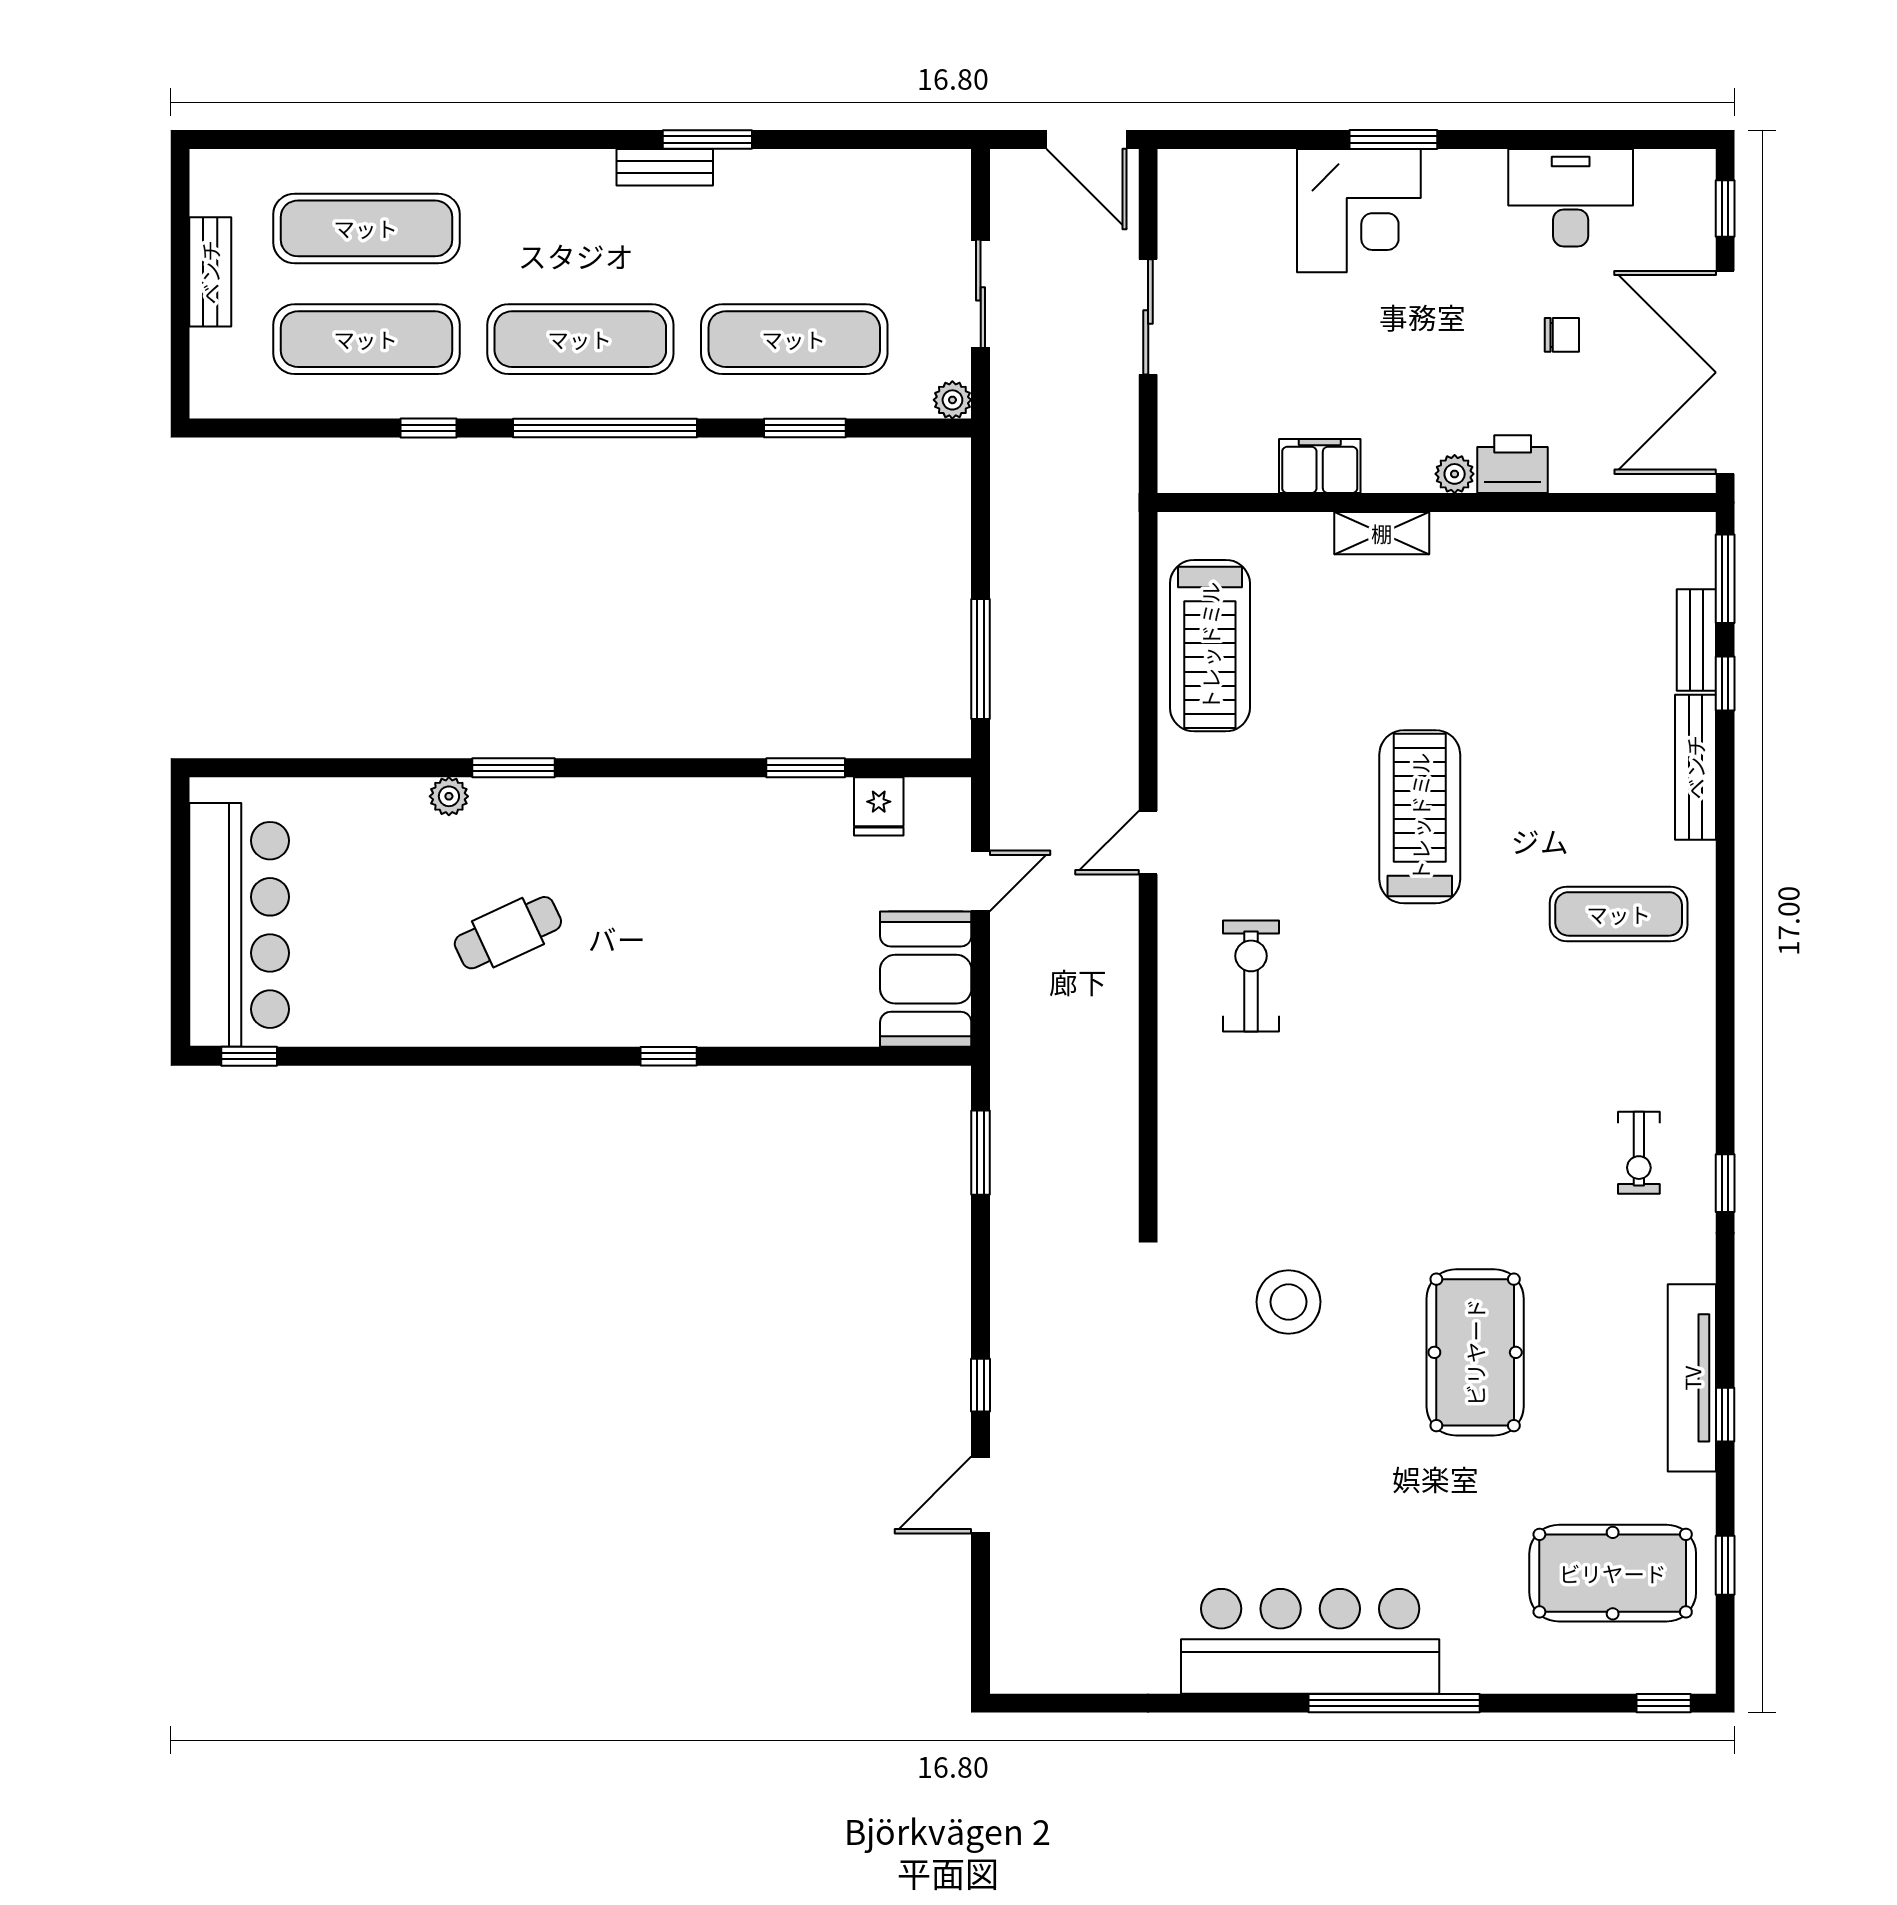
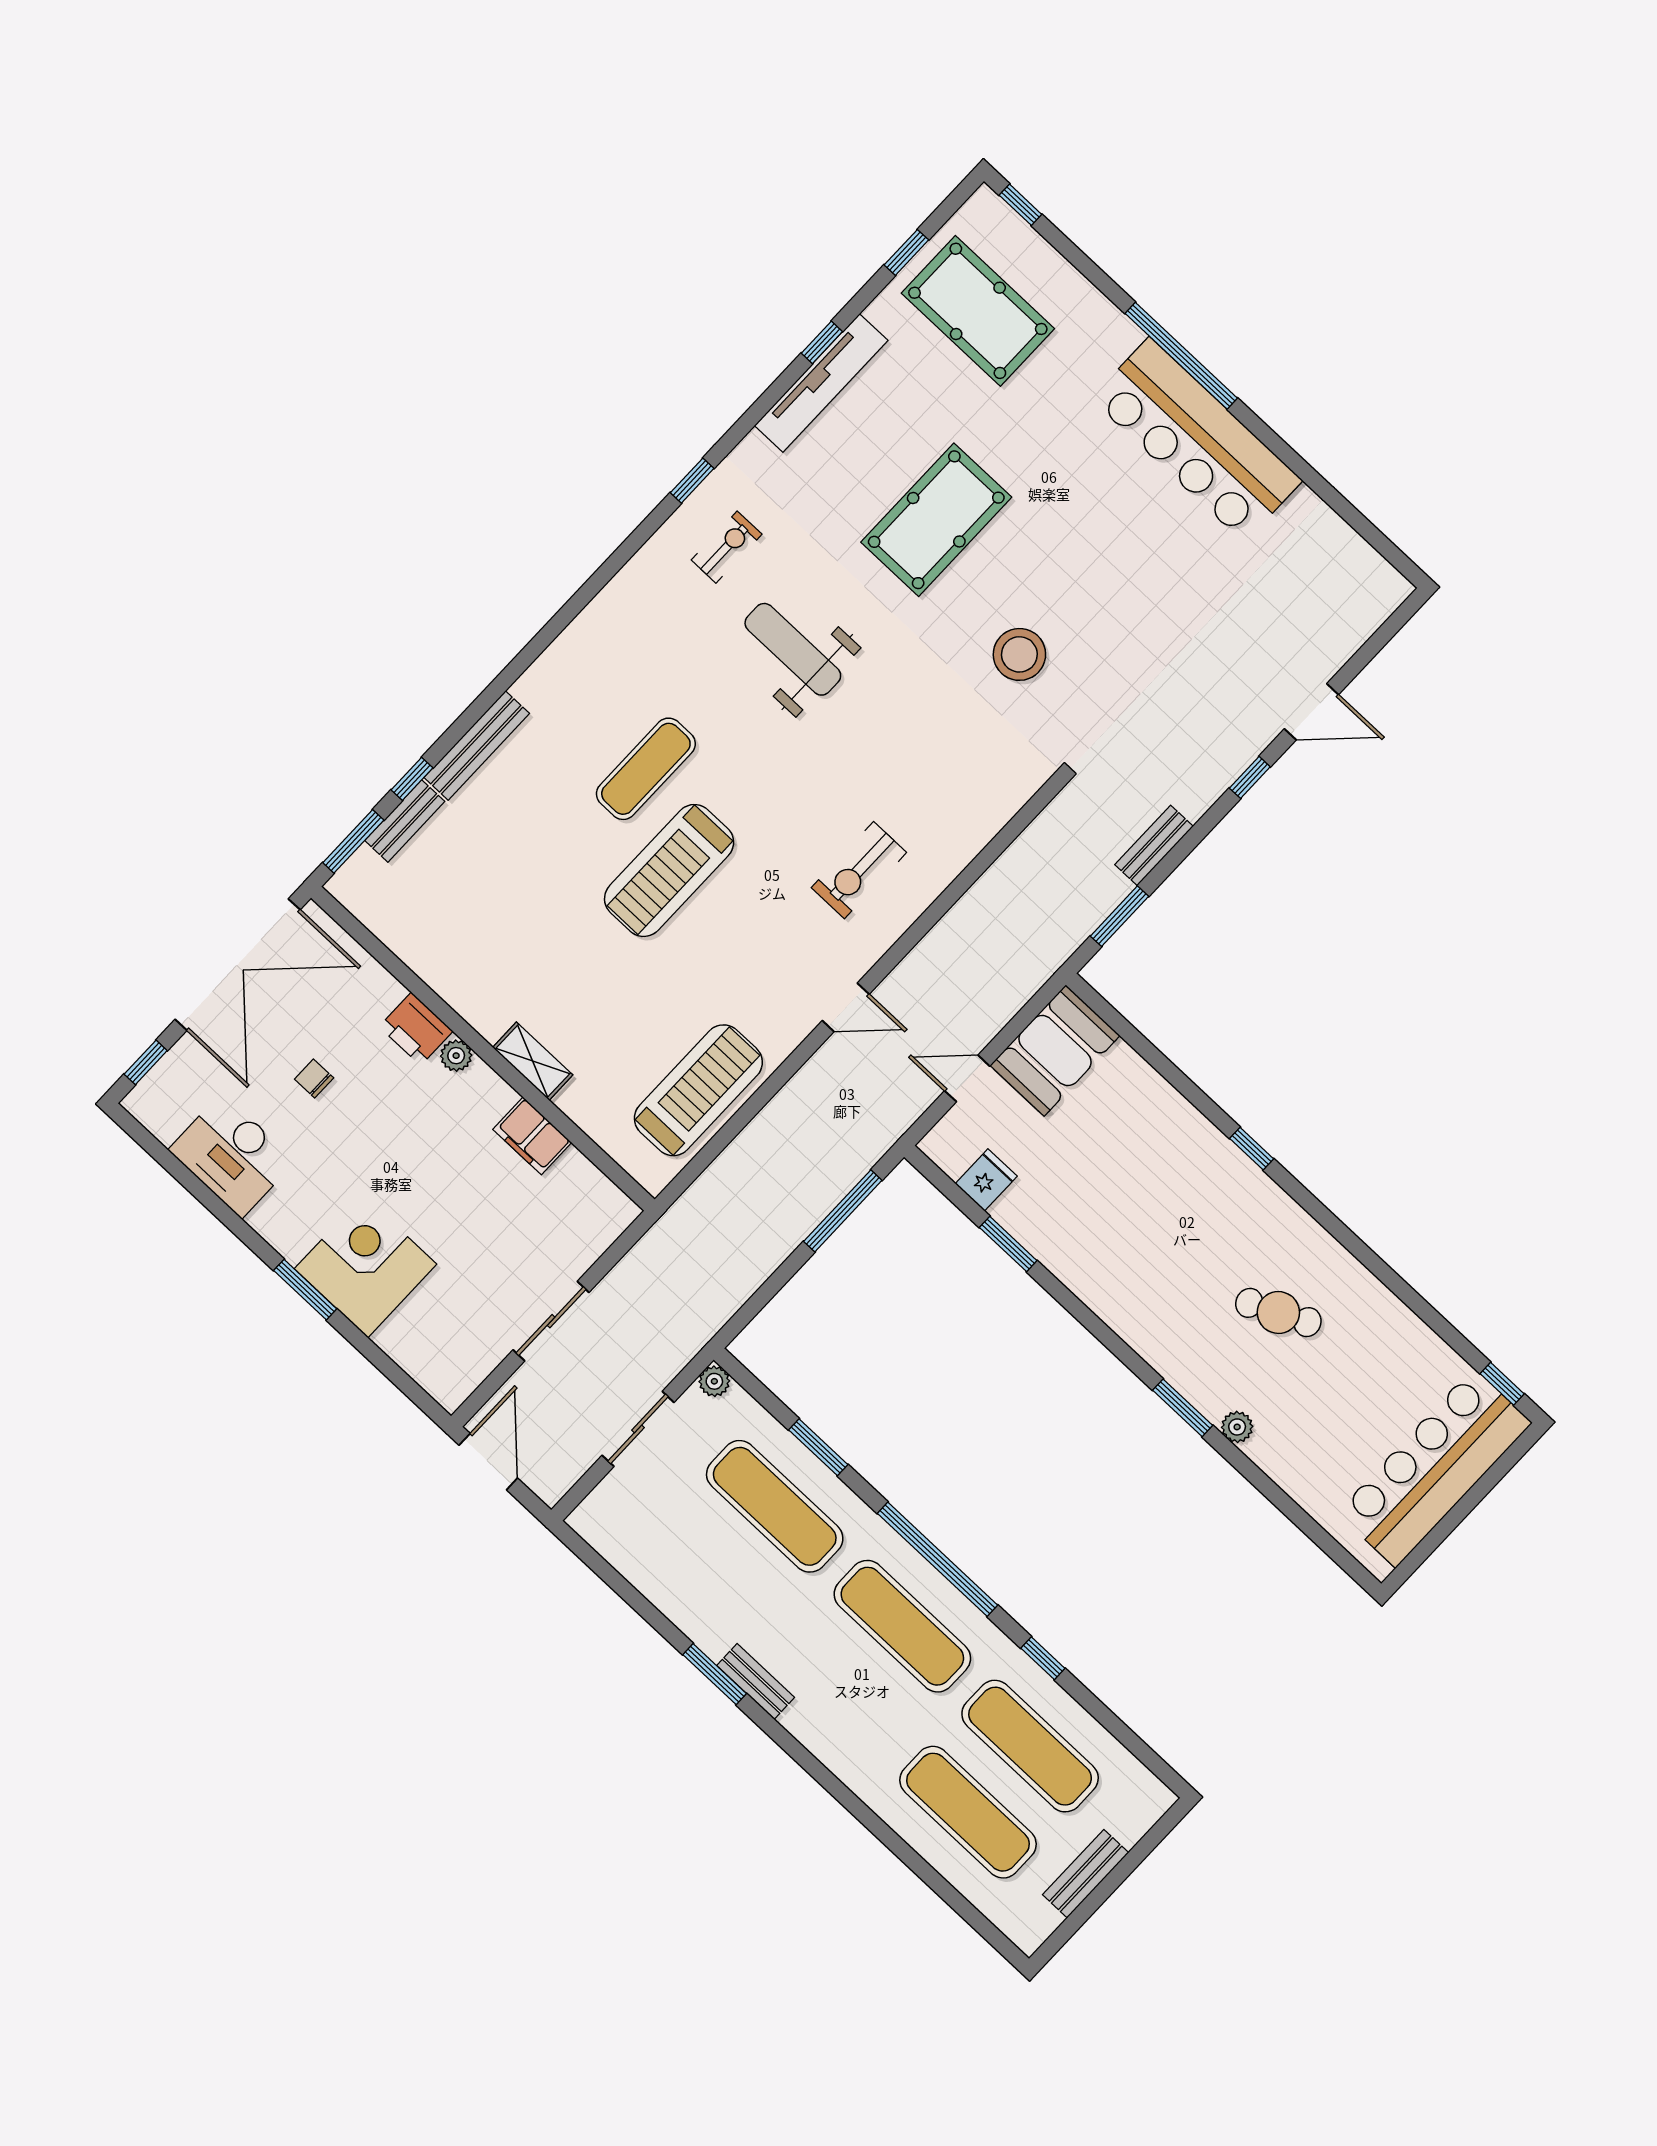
exercise mat: (1619, 914) -> (646, 769), moved, turned 90
weight bench: (1494, 1117) -> (793, 649), added
bench: (1009, 1244) -> (1154, 846), added

